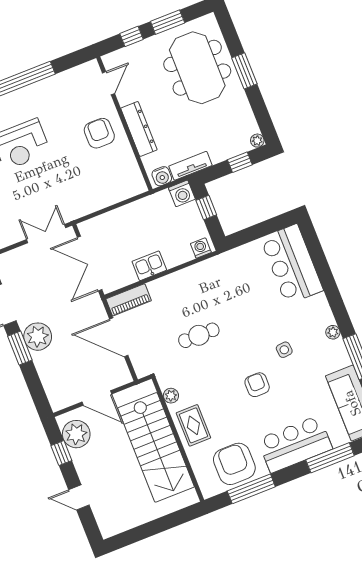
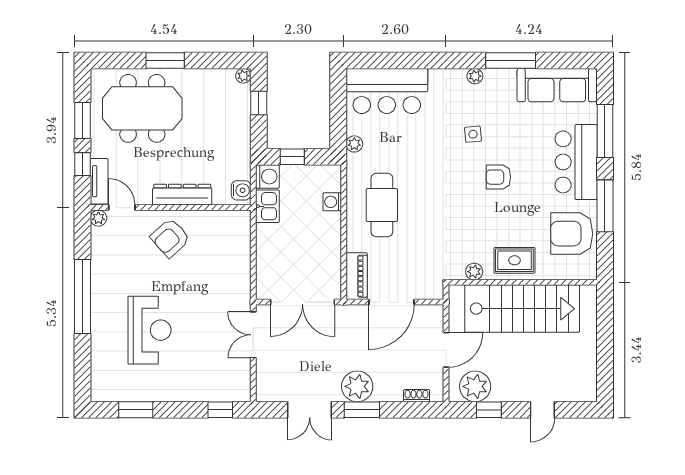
plant: (92, 67) -> (98, 218), added
armchair: (99, 133) -> (170, 238), turned -42
tv unit: (191, 166) -> (99, 181), moved, turned 180
washing machine: (201, 248) -> (332, 202), moved
plant: (237, 255) -> (354, 144), added
kitchen sink: (149, 266) -> (267, 206), moved, turned 180
cafe table: (199, 335) -> (382, 205), moved, width x1.37, depth x1.35
shoe rack: (49, 389) -> (416, 396), added
window: (251, 489) -> (605, 206), moved

